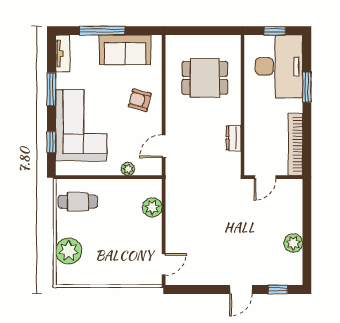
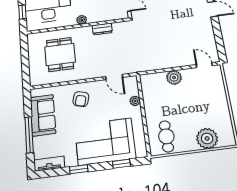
window: (51, 89) -> (79, 169), width x0.67
plant: (251, 111) -> (82, 20), added
plant: (152, 207) -> (174, 78), moved

